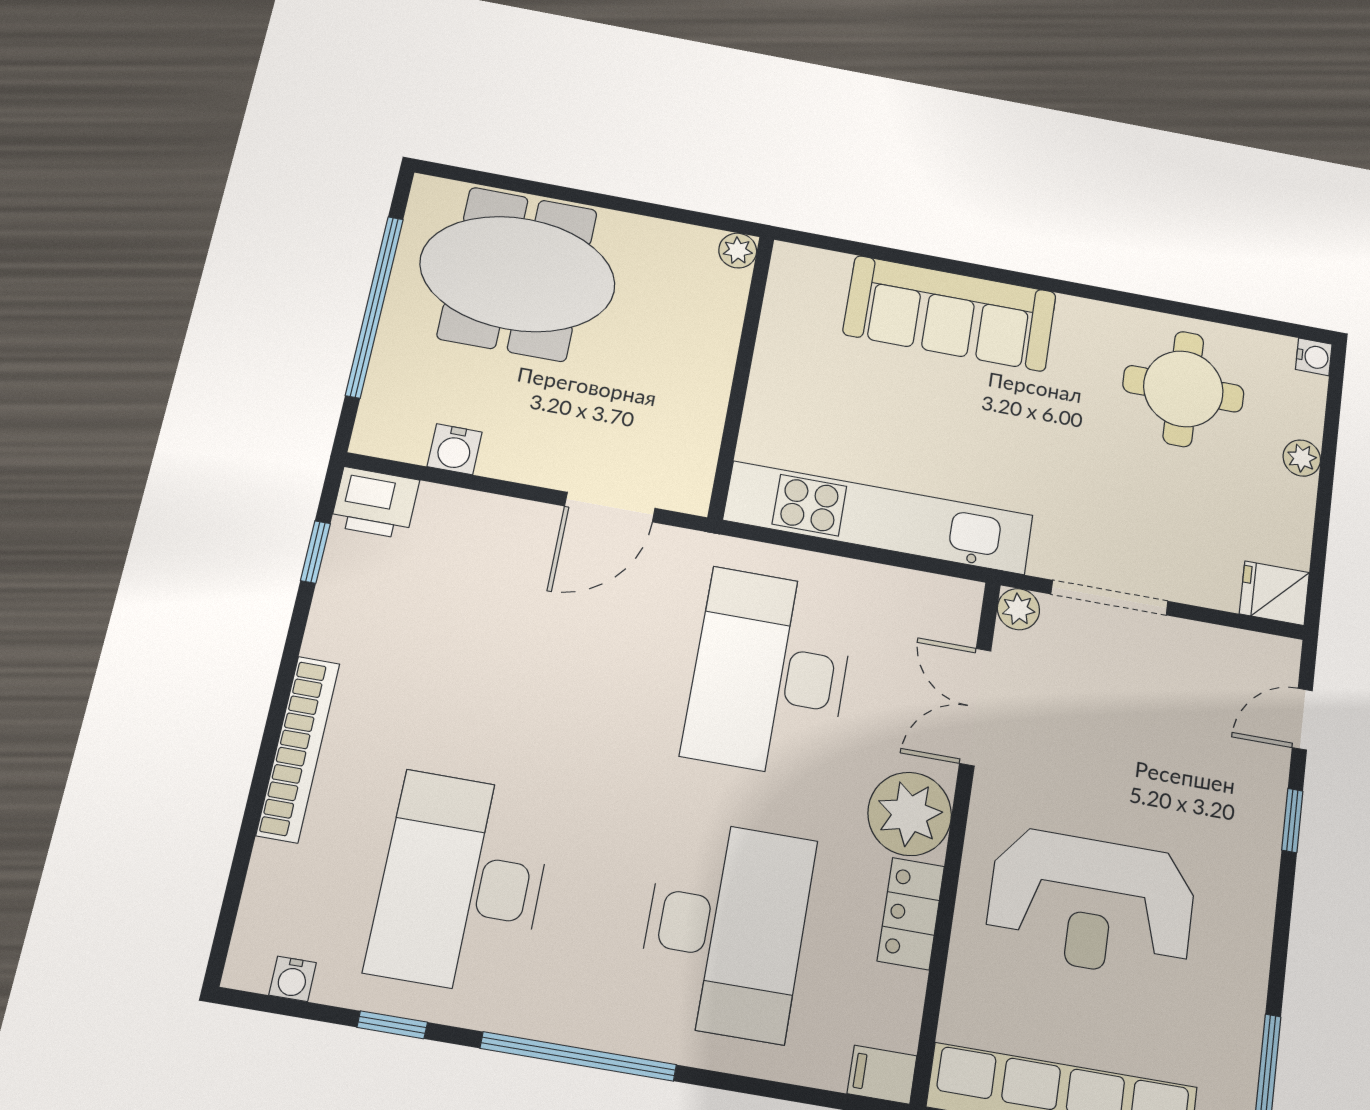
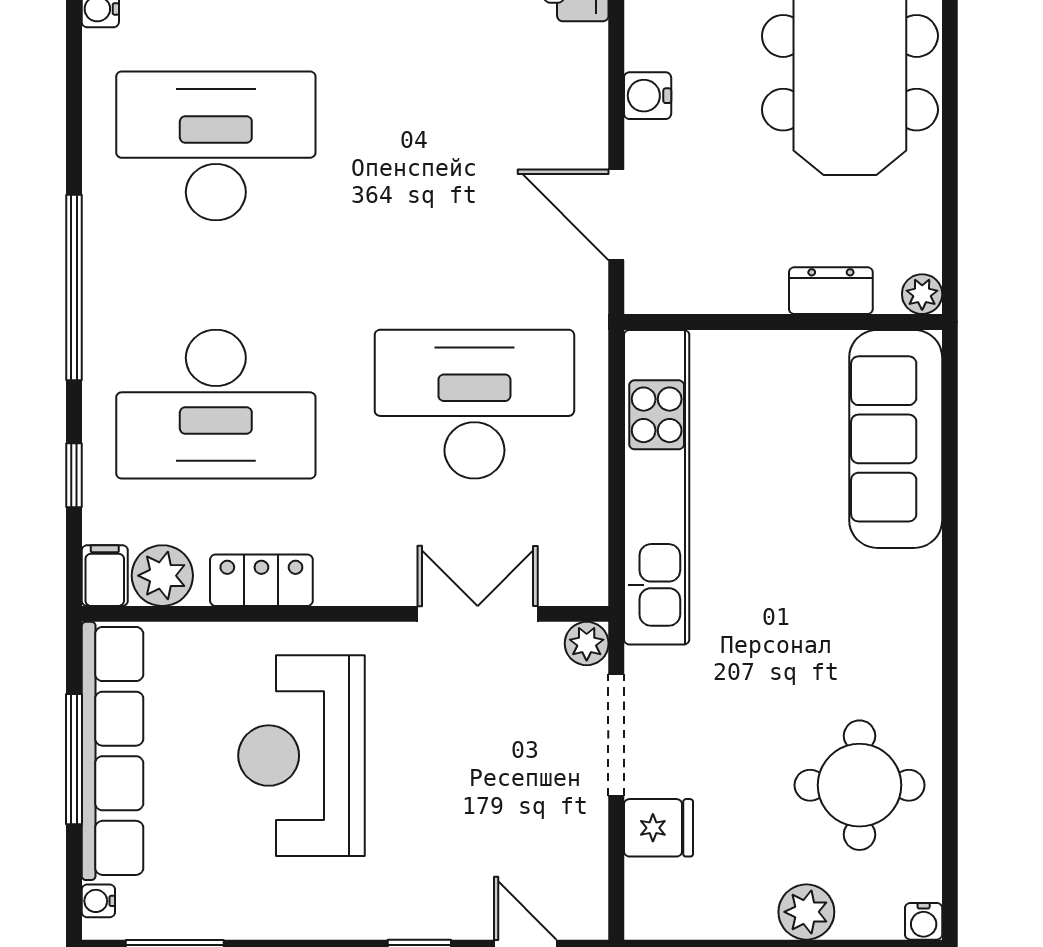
sofa: (950, 313) -> (896, 439), moved
dresser: (720, 328) -> (831, 291), added
water cooler: (455, 449) -> (648, 96), moved
plant: (1302, 458) -> (806, 912), width x1.38, depth x1.38
fridge: (1274, 593) -> (658, 828), moved, turned 90
plant: (910, 814) -> (162, 576), moved, width x0.73, depth x0.73
window: (392, 1025) -> (74, 475), moved

